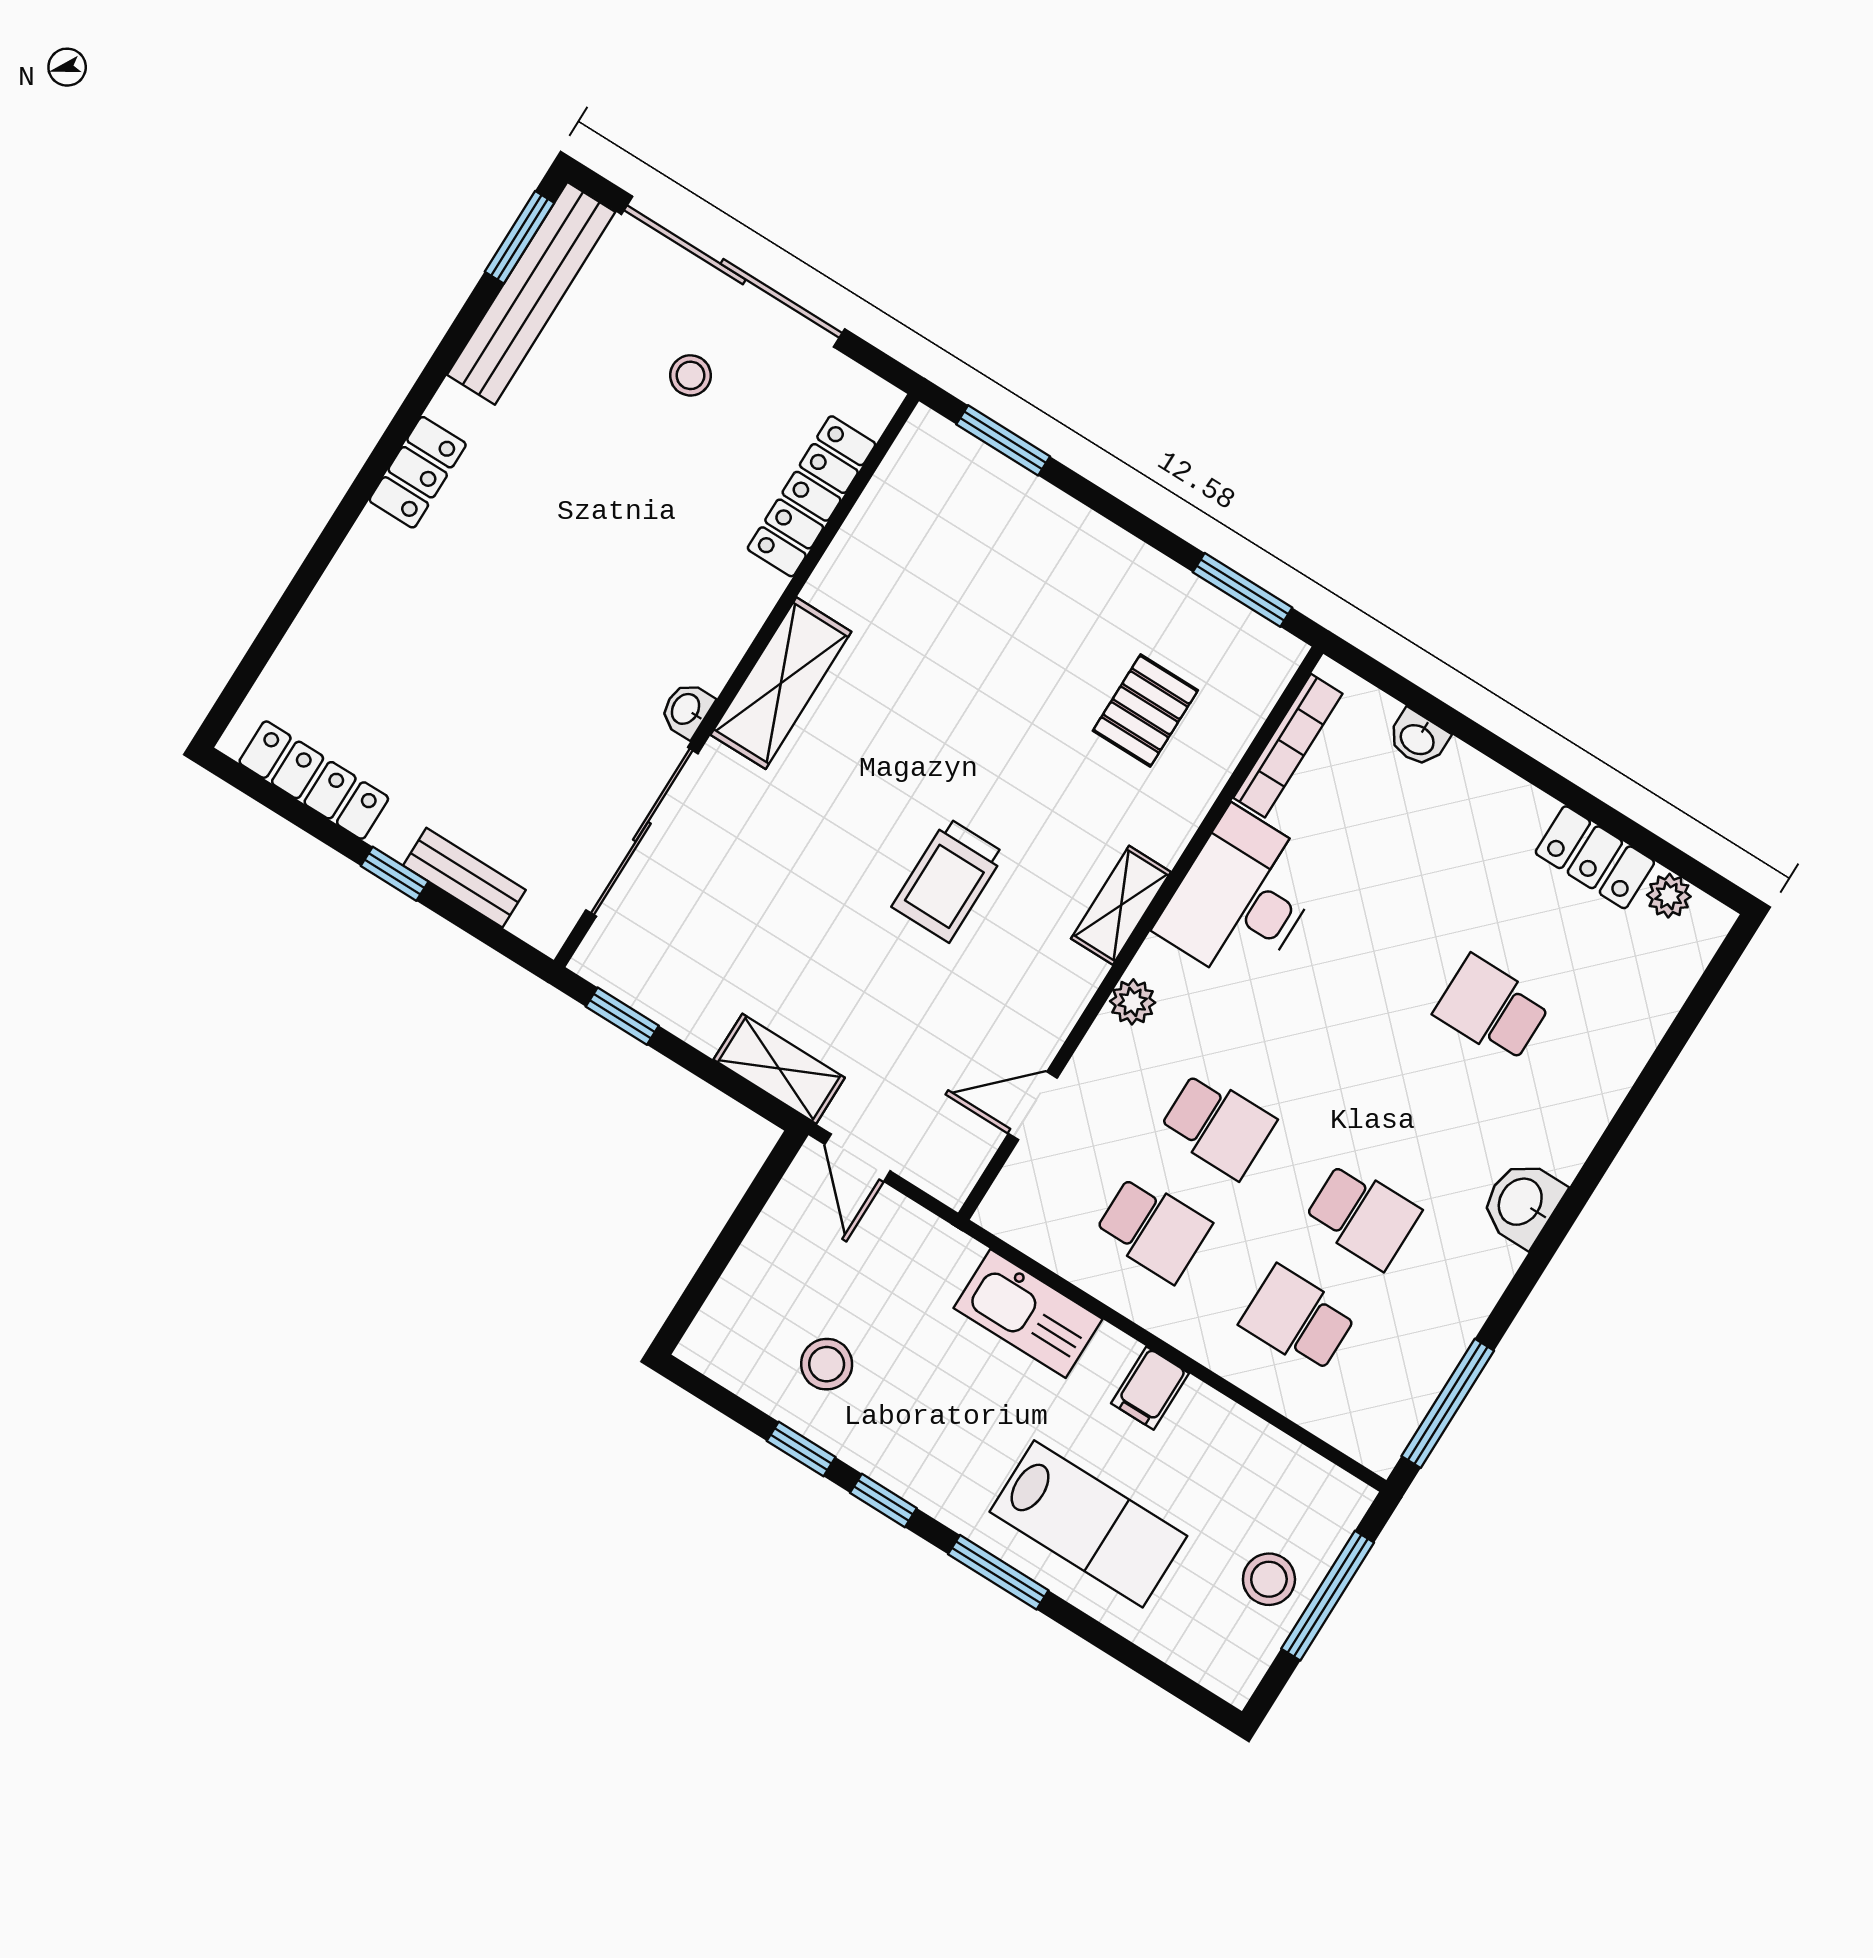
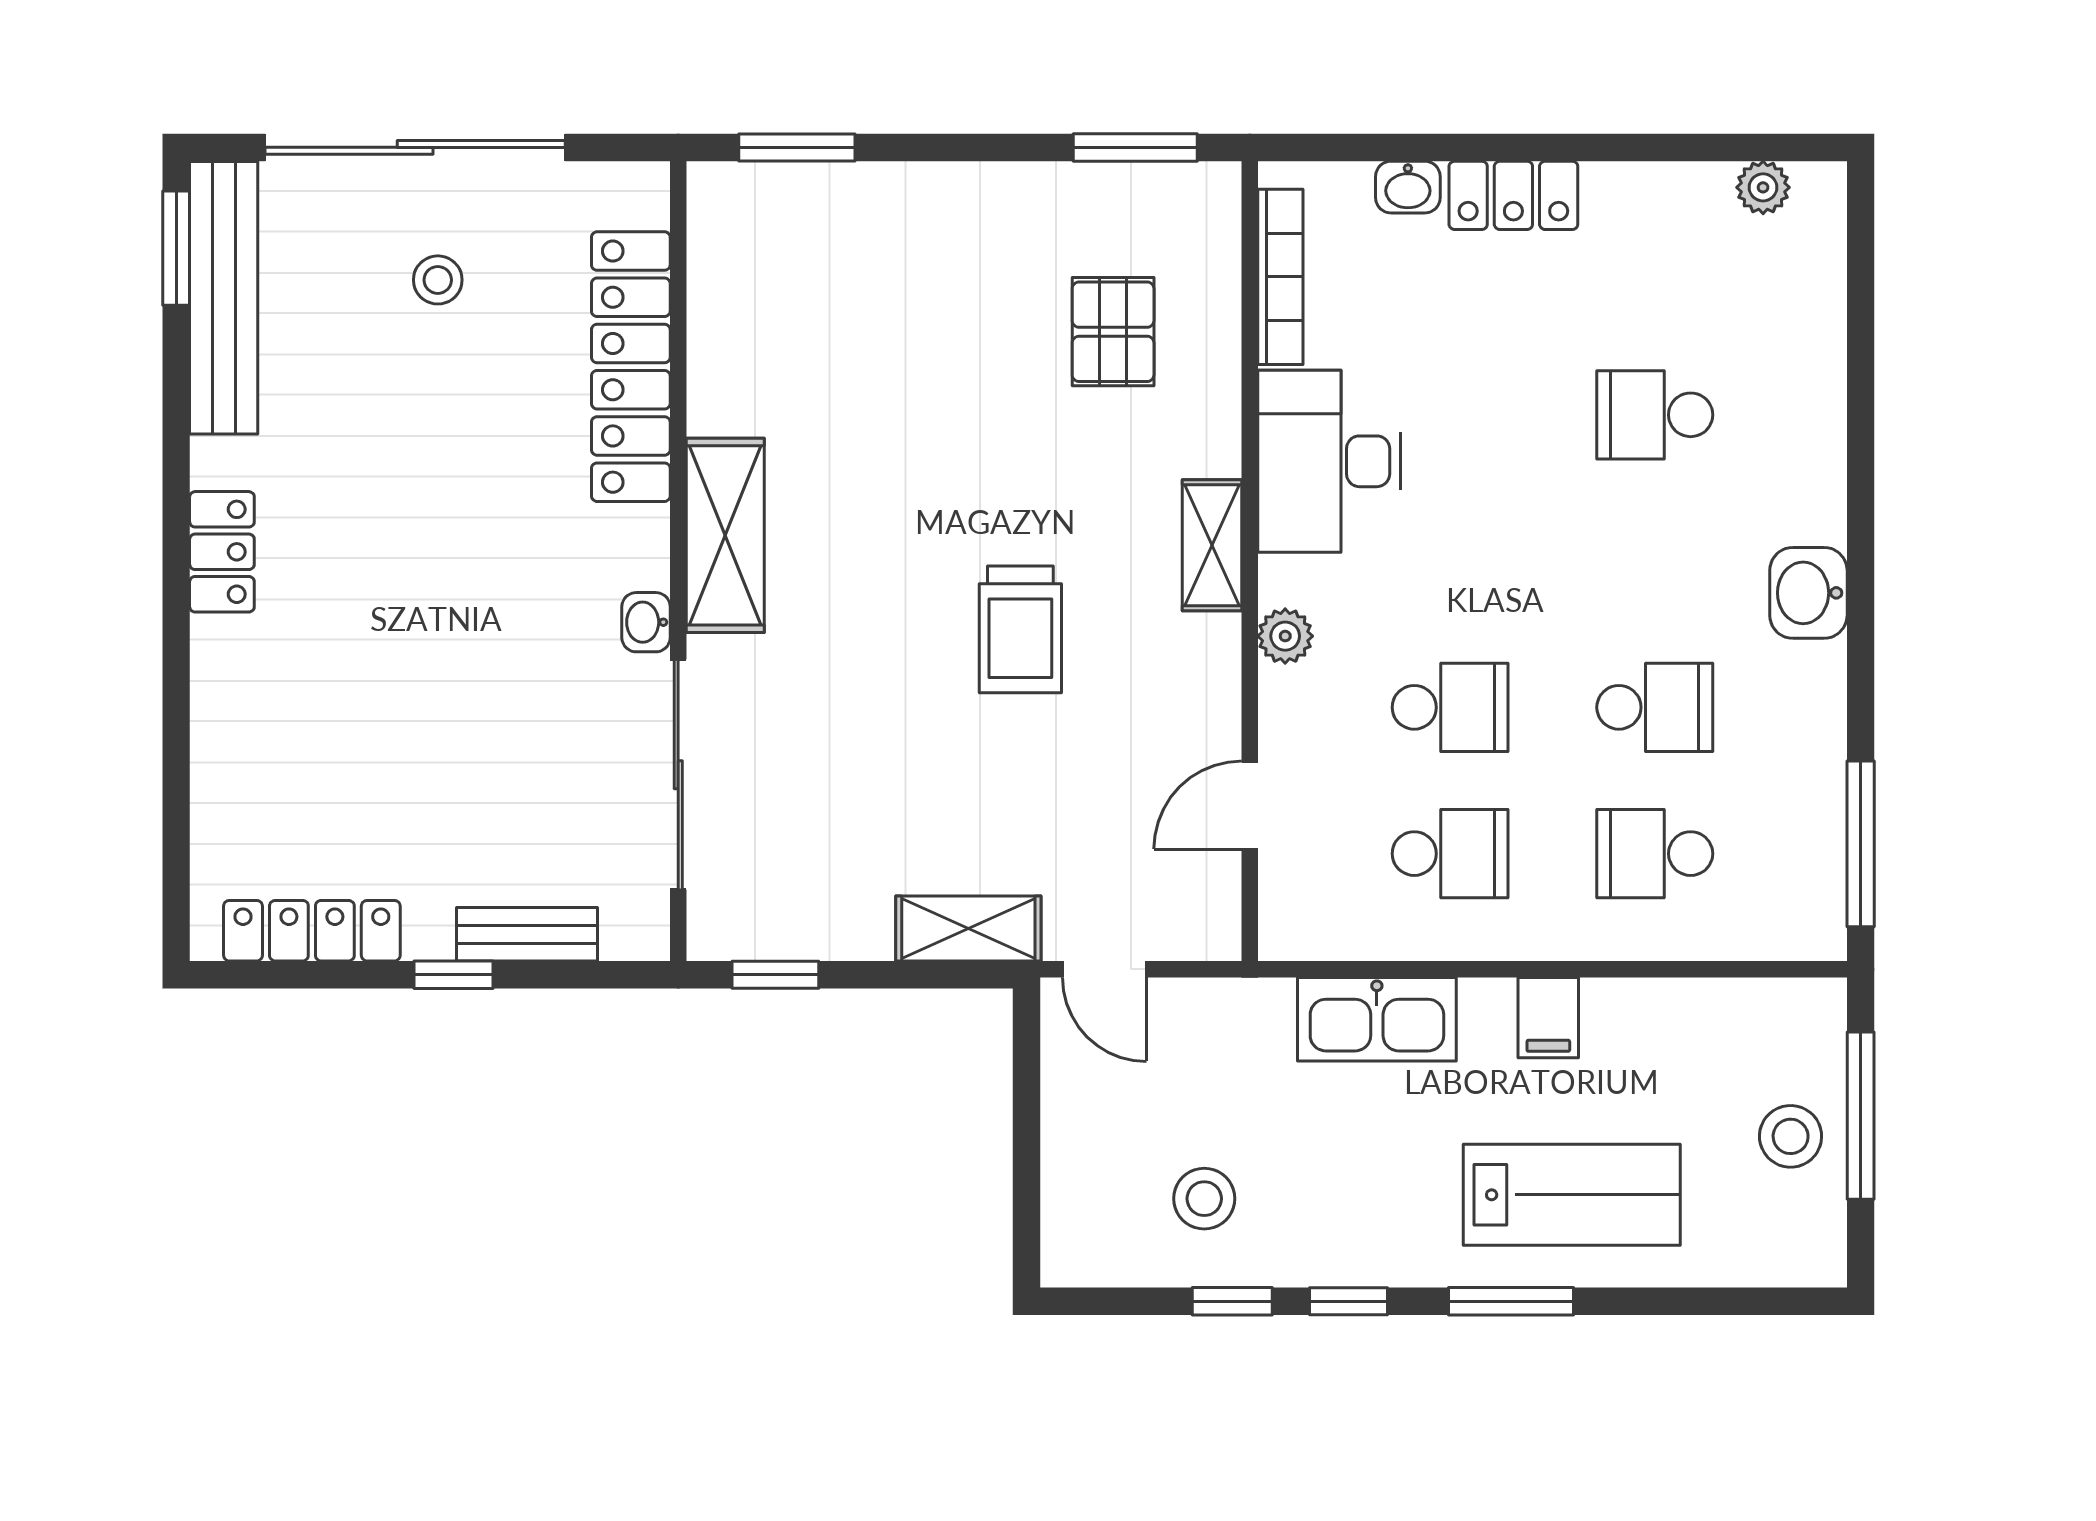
locker: (811, 496) -> (631, 367), width x1.41, depth x1.21
locker: (1595, 857) -> (1513, 195), moved

